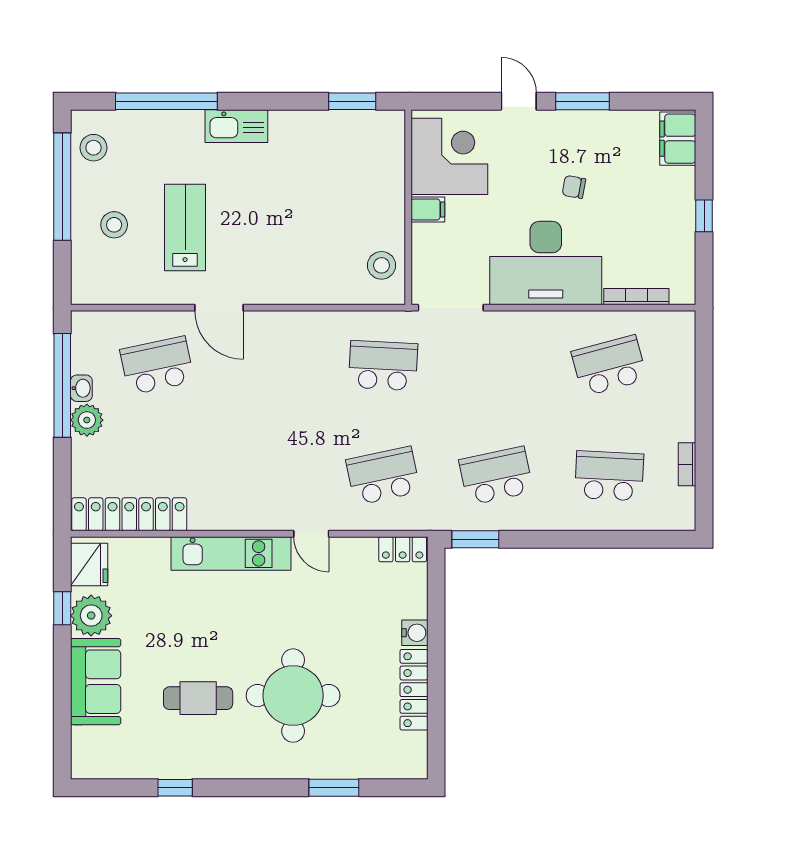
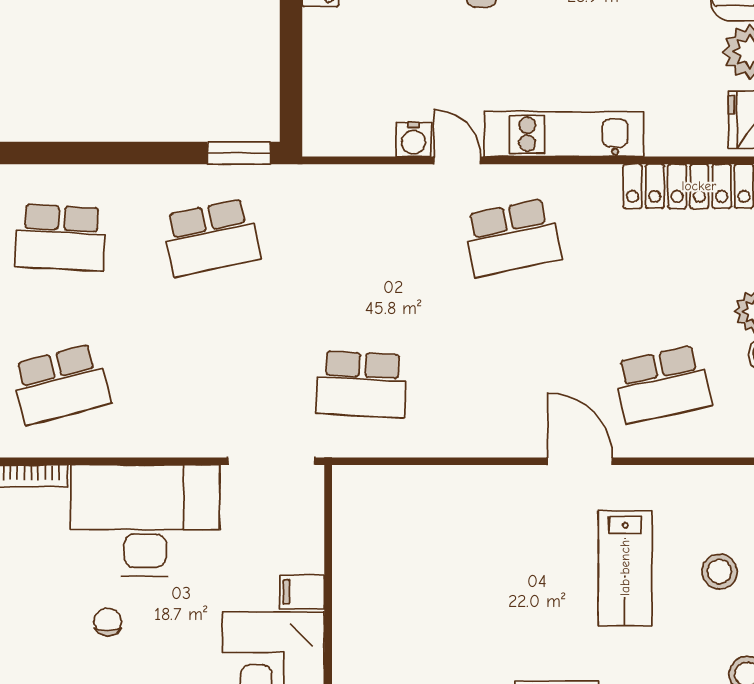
chair: (574, 187) -> (108, 622), turned -100
stool: (382, 265) -> (364, 518), removed
school desk: (383, 476) -> (512, 237), moved
locker: (403, 549) -> (336, 140), removed
water cooler: (415, 633) -> (414, 140), moved, turned -90

